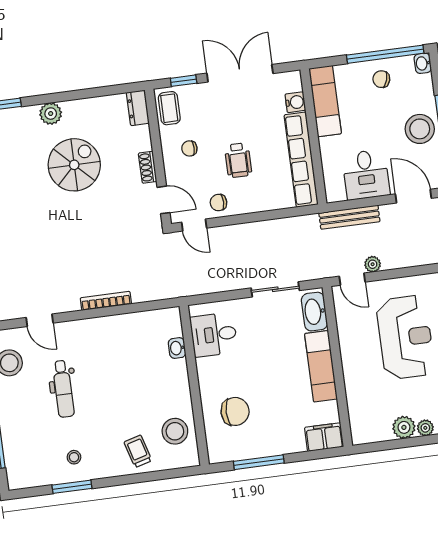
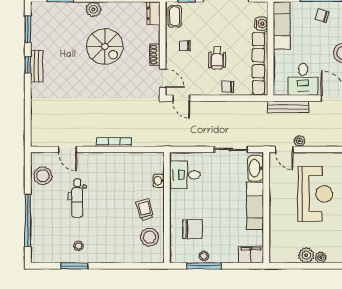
spiral stairs: (74, 165) -> (105, 46), turned 90
chair: (218, 203) -> (228, 87), moved
stool: (257, 448) -> (204, 256), added
trolley: (138, 451) -> (145, 210), moved

